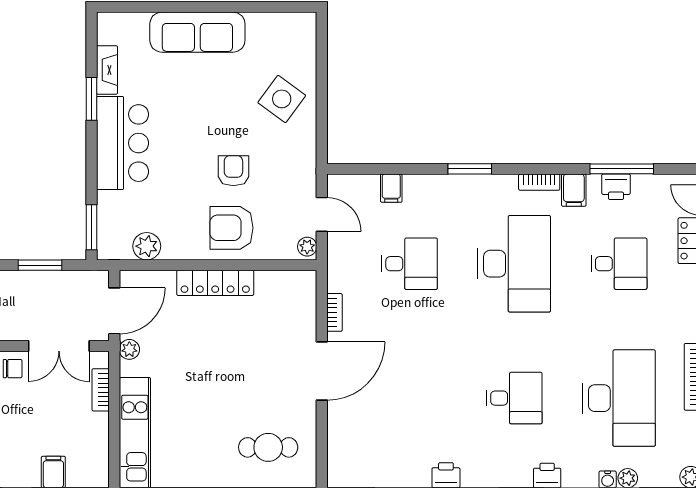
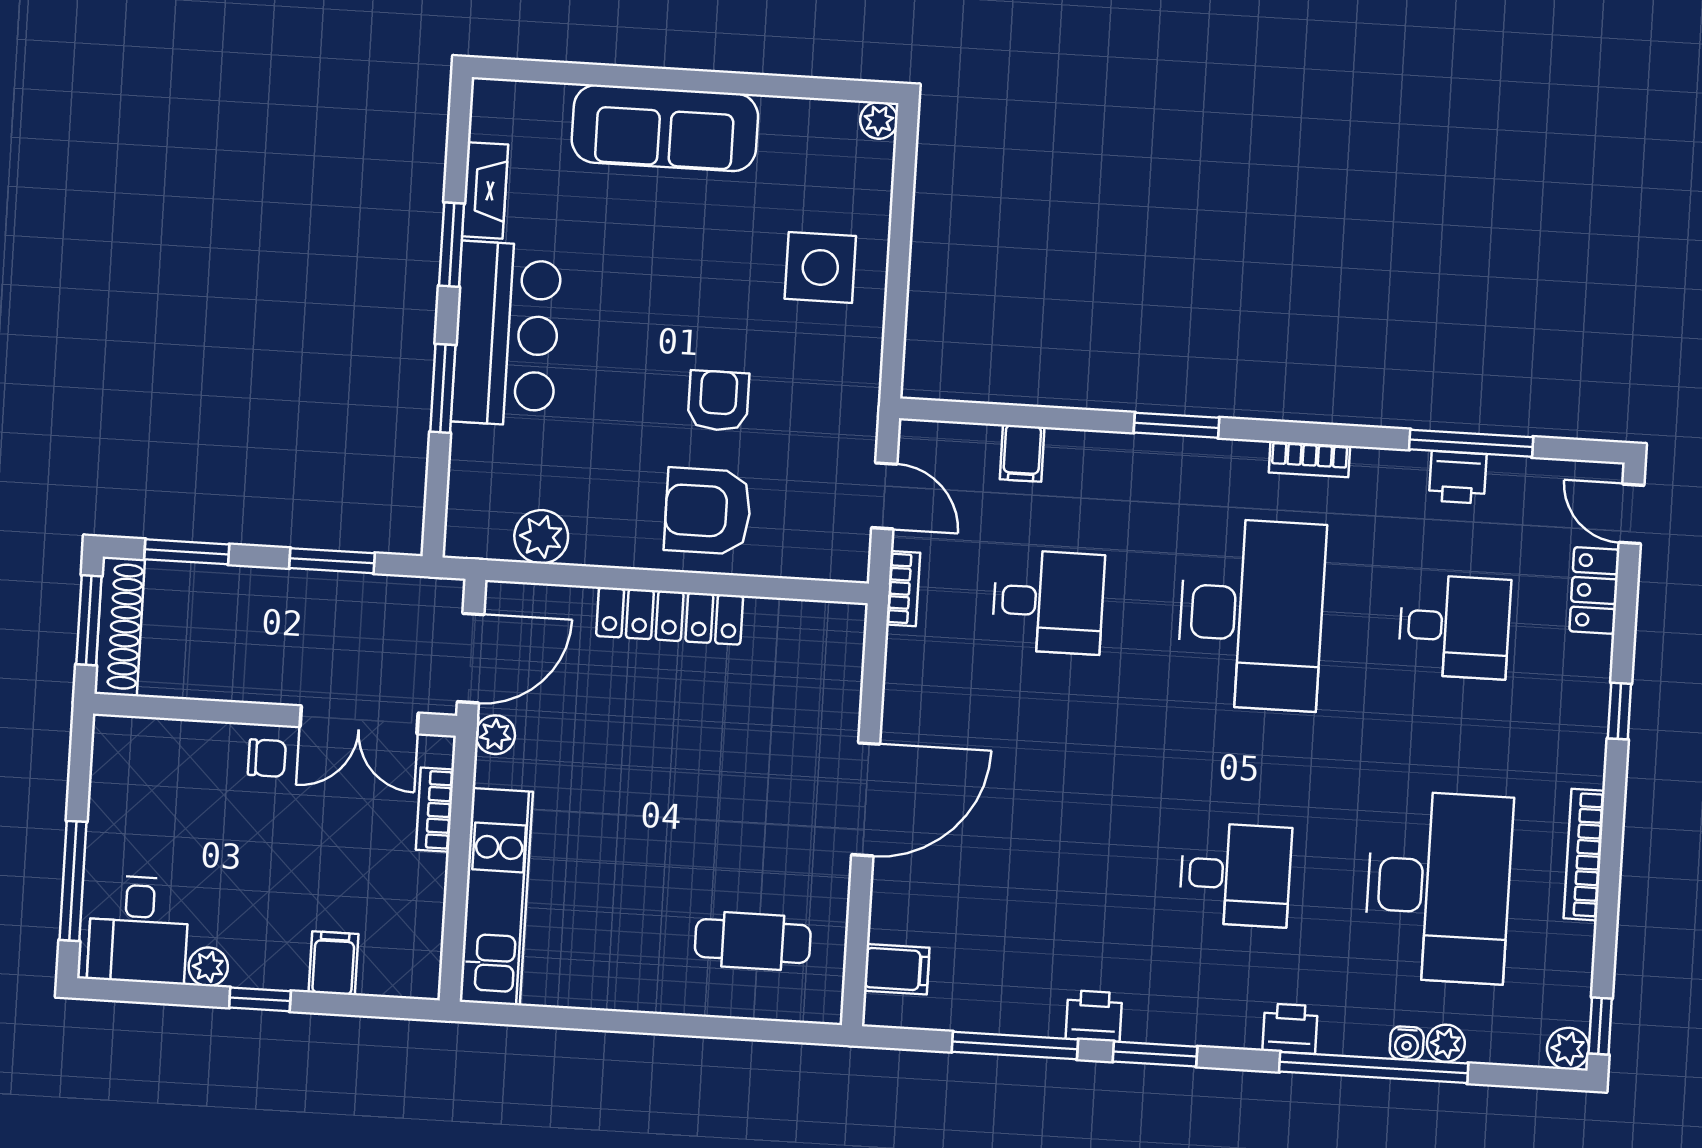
side table: (282, 99) -> (820, 267), turned -36
filing cabinet: (574, 190) -> (897, 969), moved, turned -90
window: (91, 227) -> (443, 388), moved
plant: (307, 247) -> (879, 120), moved
bookcase: (334, 312) -> (903, 589), moved

